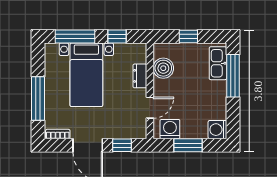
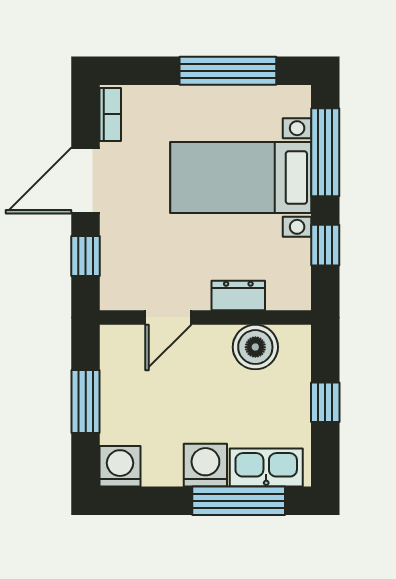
window: (38, 98) -> (228, 71), moved
door: (150, 108) -> (168, 318), hinge flipped
washing machine: (170, 129) -> (205, 465), moved, turned -90

